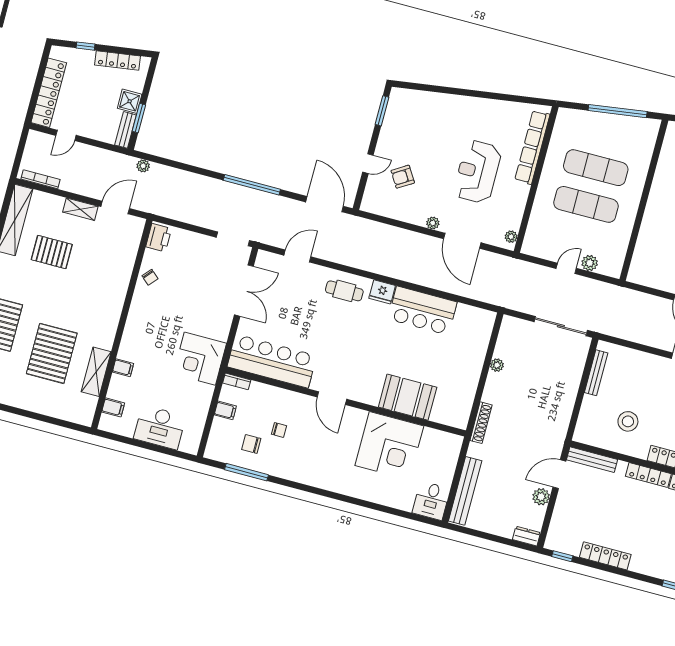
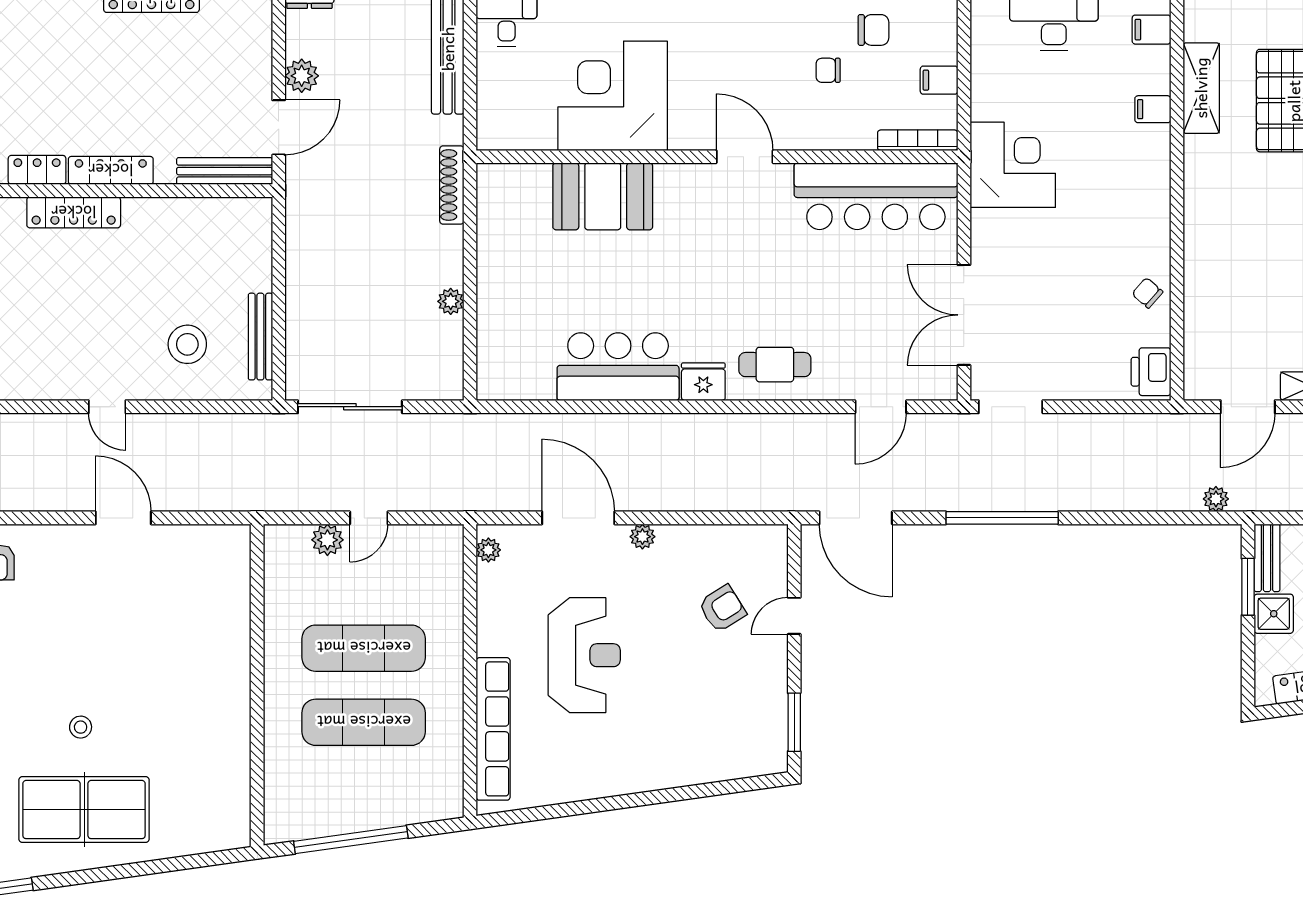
bookcase: (237, 381) -> (918, 140), width x1.56
stool: (628, 421) -> (187, 344), moved

